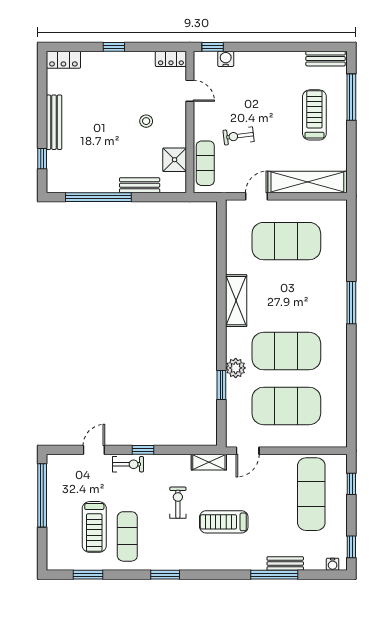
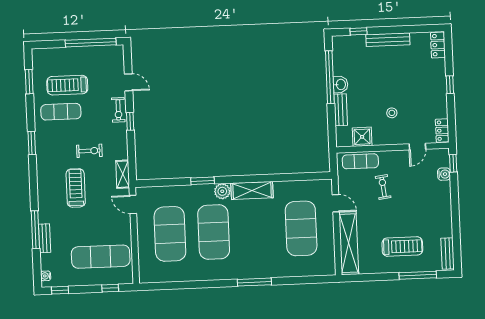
washbasin: (108, 184) -> (341, 84), added
plant: (236, 368) -> (222, 191), moved
window: (221, 385) -> (203, 181), moved

